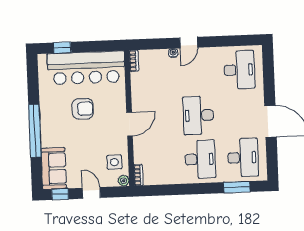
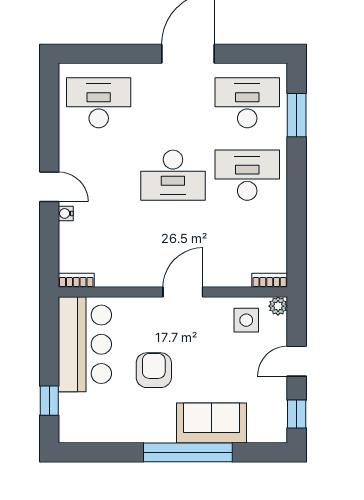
bar counter: (86, 68) -> (85, 344), width x0.73
door: (130, 124) -> (183, 292), hinge flipped
sofa: (54, 168) -> (212, 423), moved

